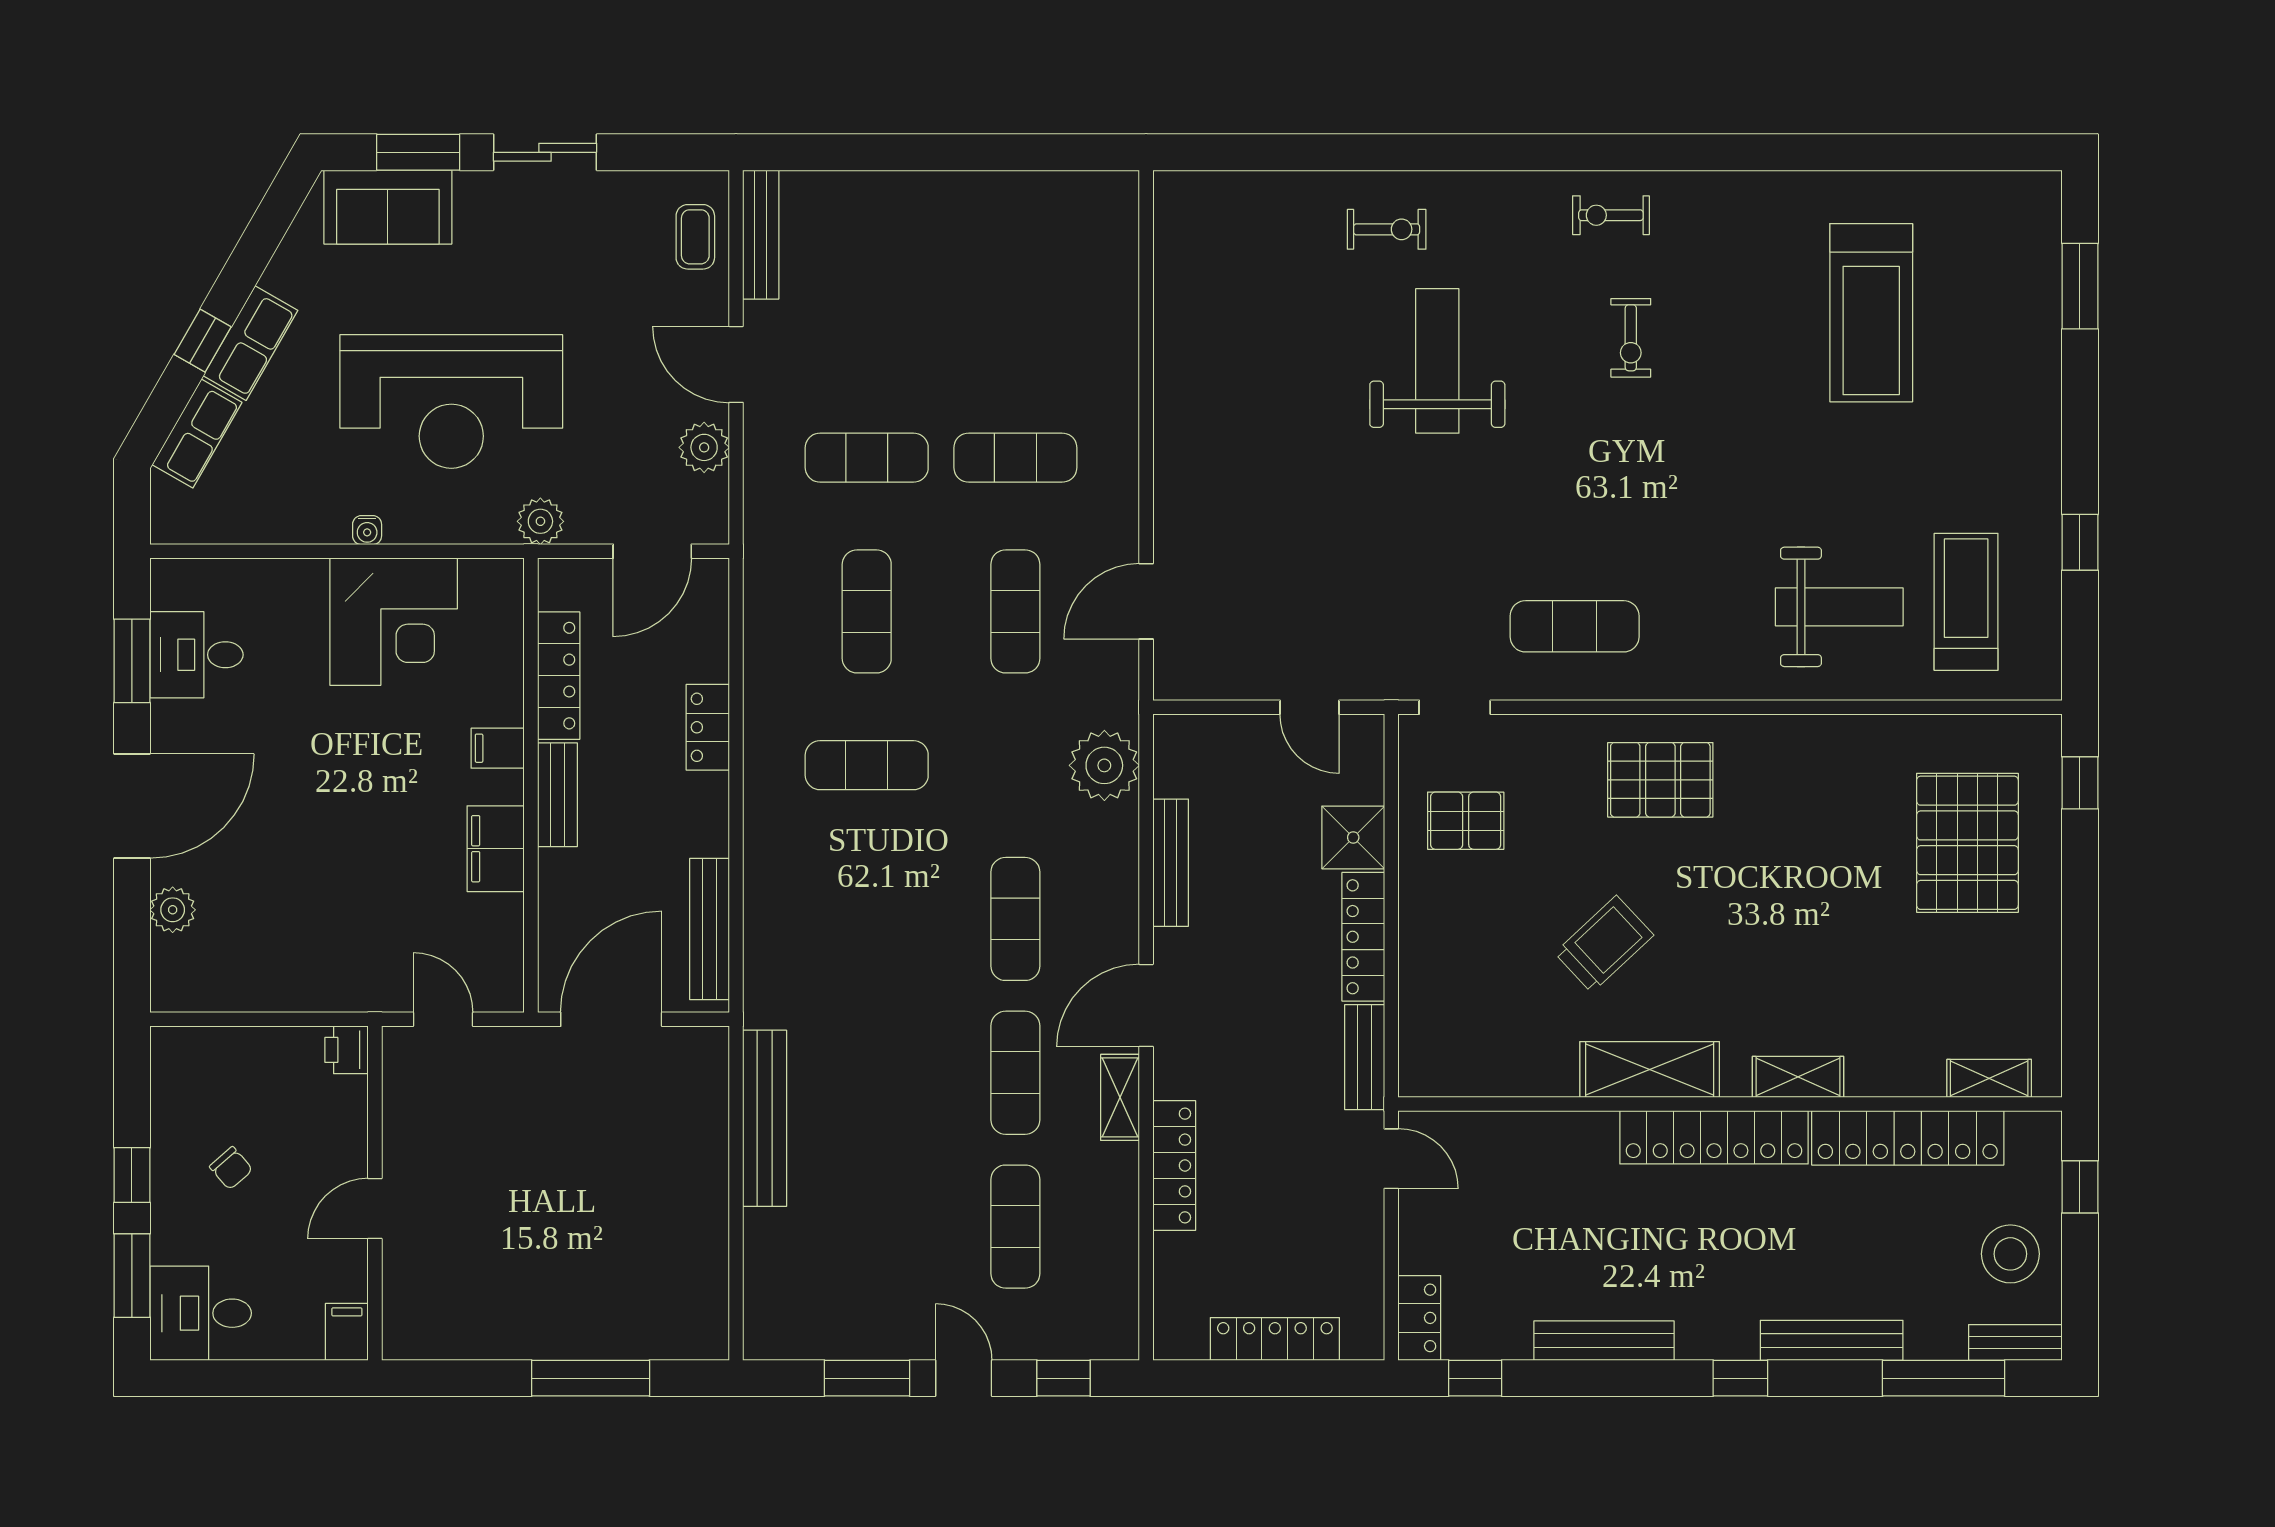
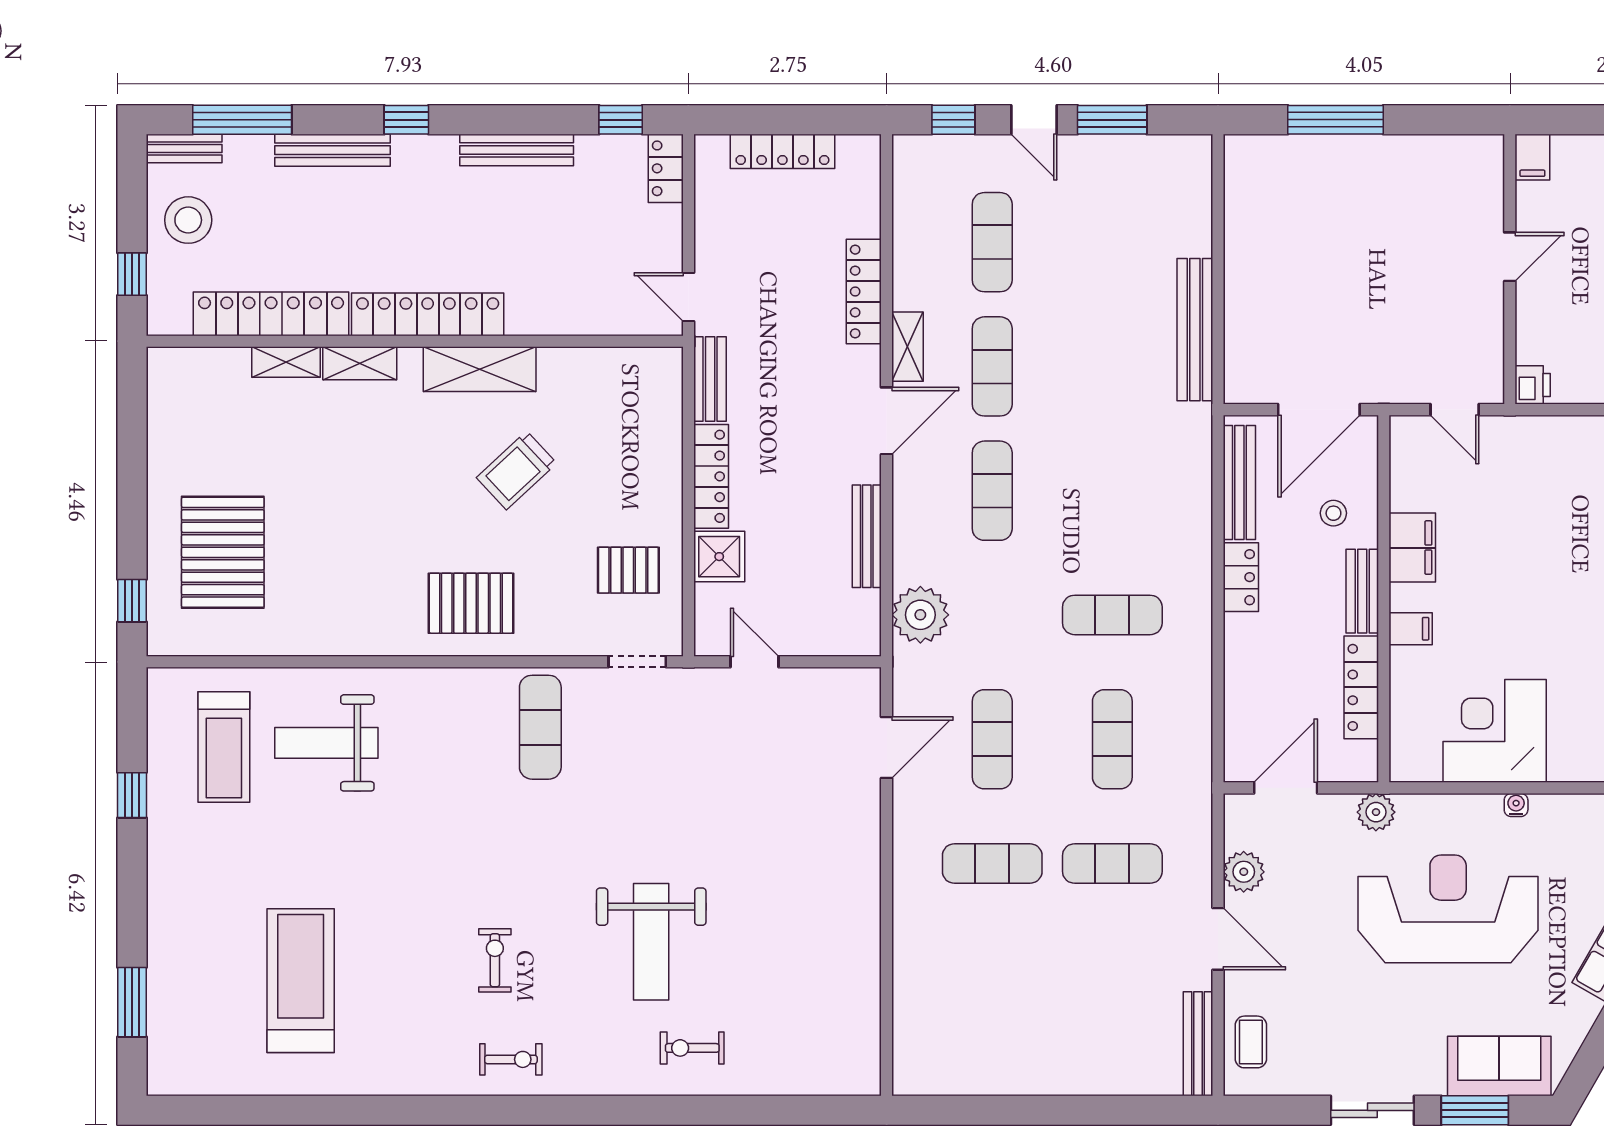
exercise mat: (1575, 626) -> (540, 727), turned 90
locker: (708, 727) -> (1241, 577), moved
stool: (593, 891) -> (1333, 513), added
shelving: (1989, 1078) -> (286, 362), moved

